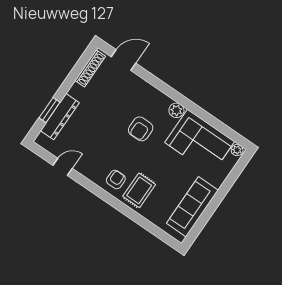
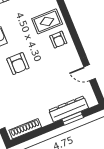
armchair: (141, 129) -> (18, 64), turned 90
armchair: (116, 179) -> (58, 40), turned -90

